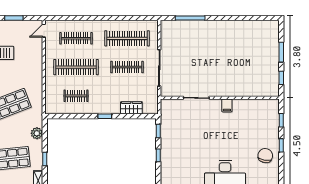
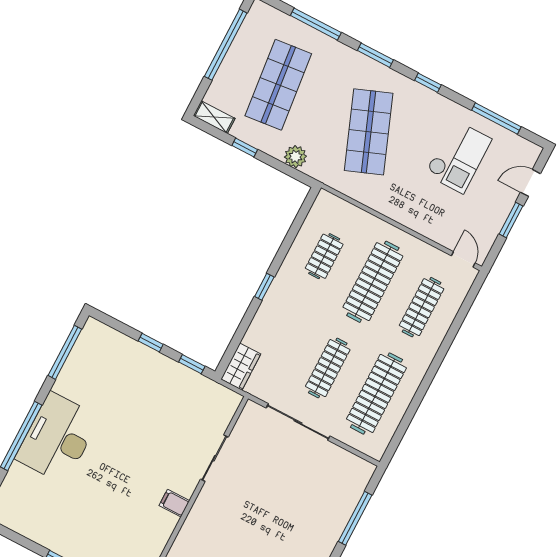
wardrobe: (131, 108) -> (241, 367), moved
chair: (265, 156) -> (55, 524), removed

